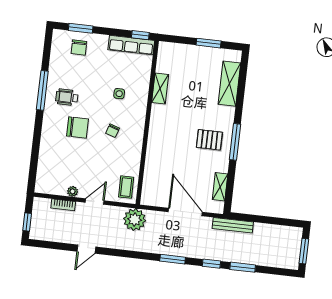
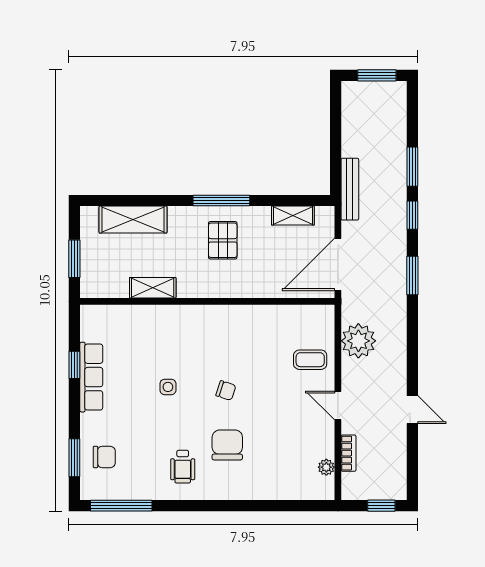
shelving: (160, 88) -> (153, 288), moved
window: (42, 90) -> (121, 506), moved
wall: (147, 122) -> (207, 301), moved
plant: (73, 191) -> (326, 467), moved

